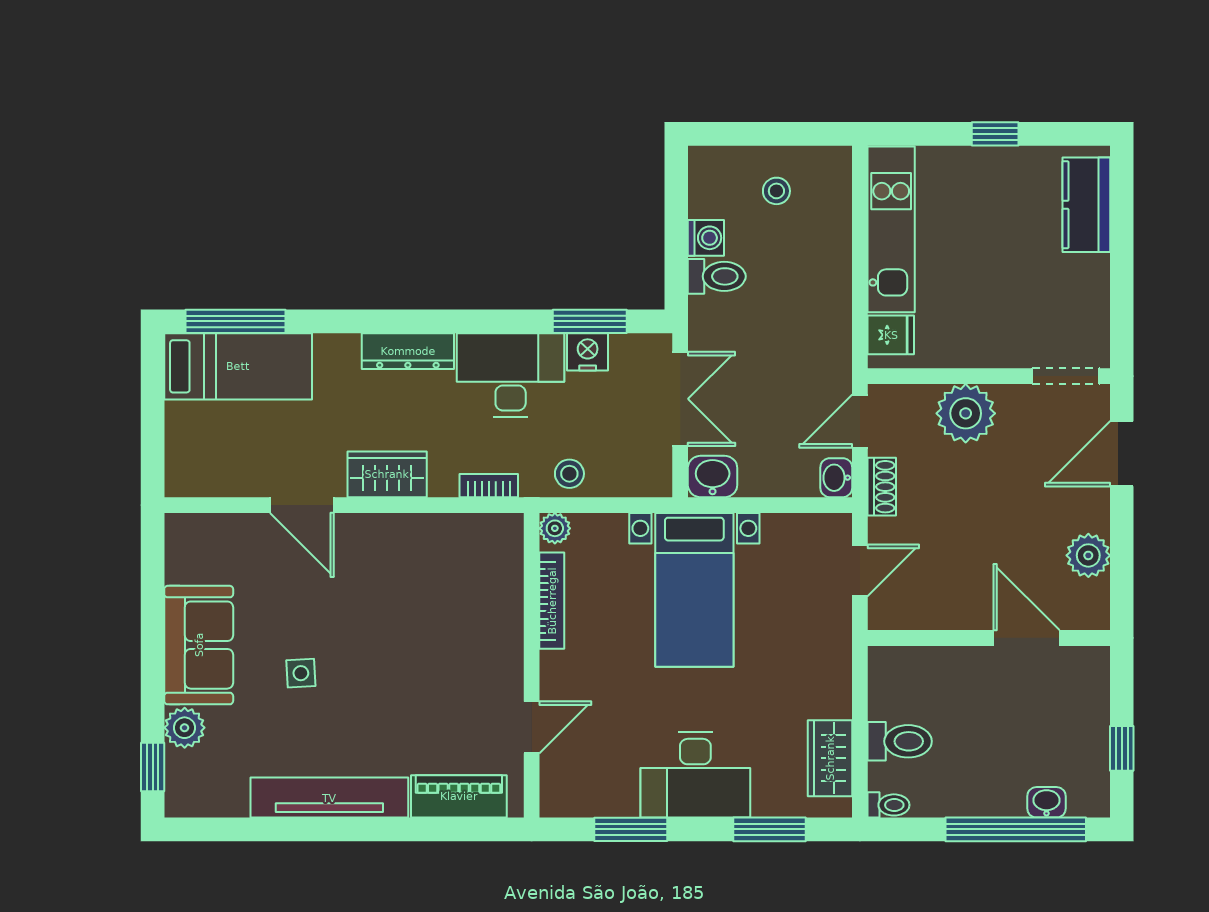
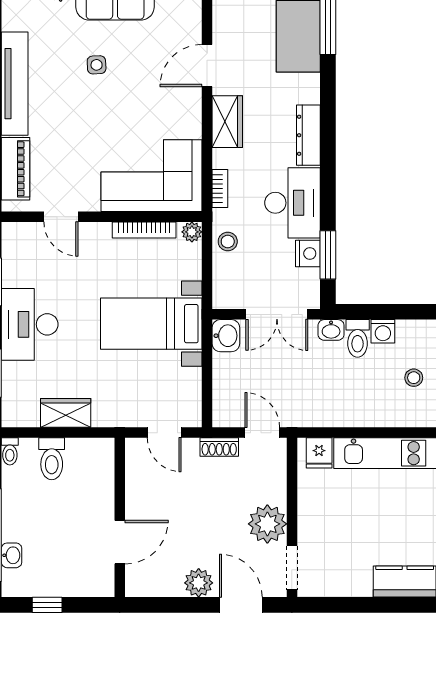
plant: (966, 413) -> (267, 524), moved
washbasin: (836, 478) -> (331, 330), moved, turned 180
plant: (1088, 555) -> (199, 583), moved
corner sofa: (469, 590) -> (152, 176), added
wardrobe: (830, 758) -> (66, 413), moved

